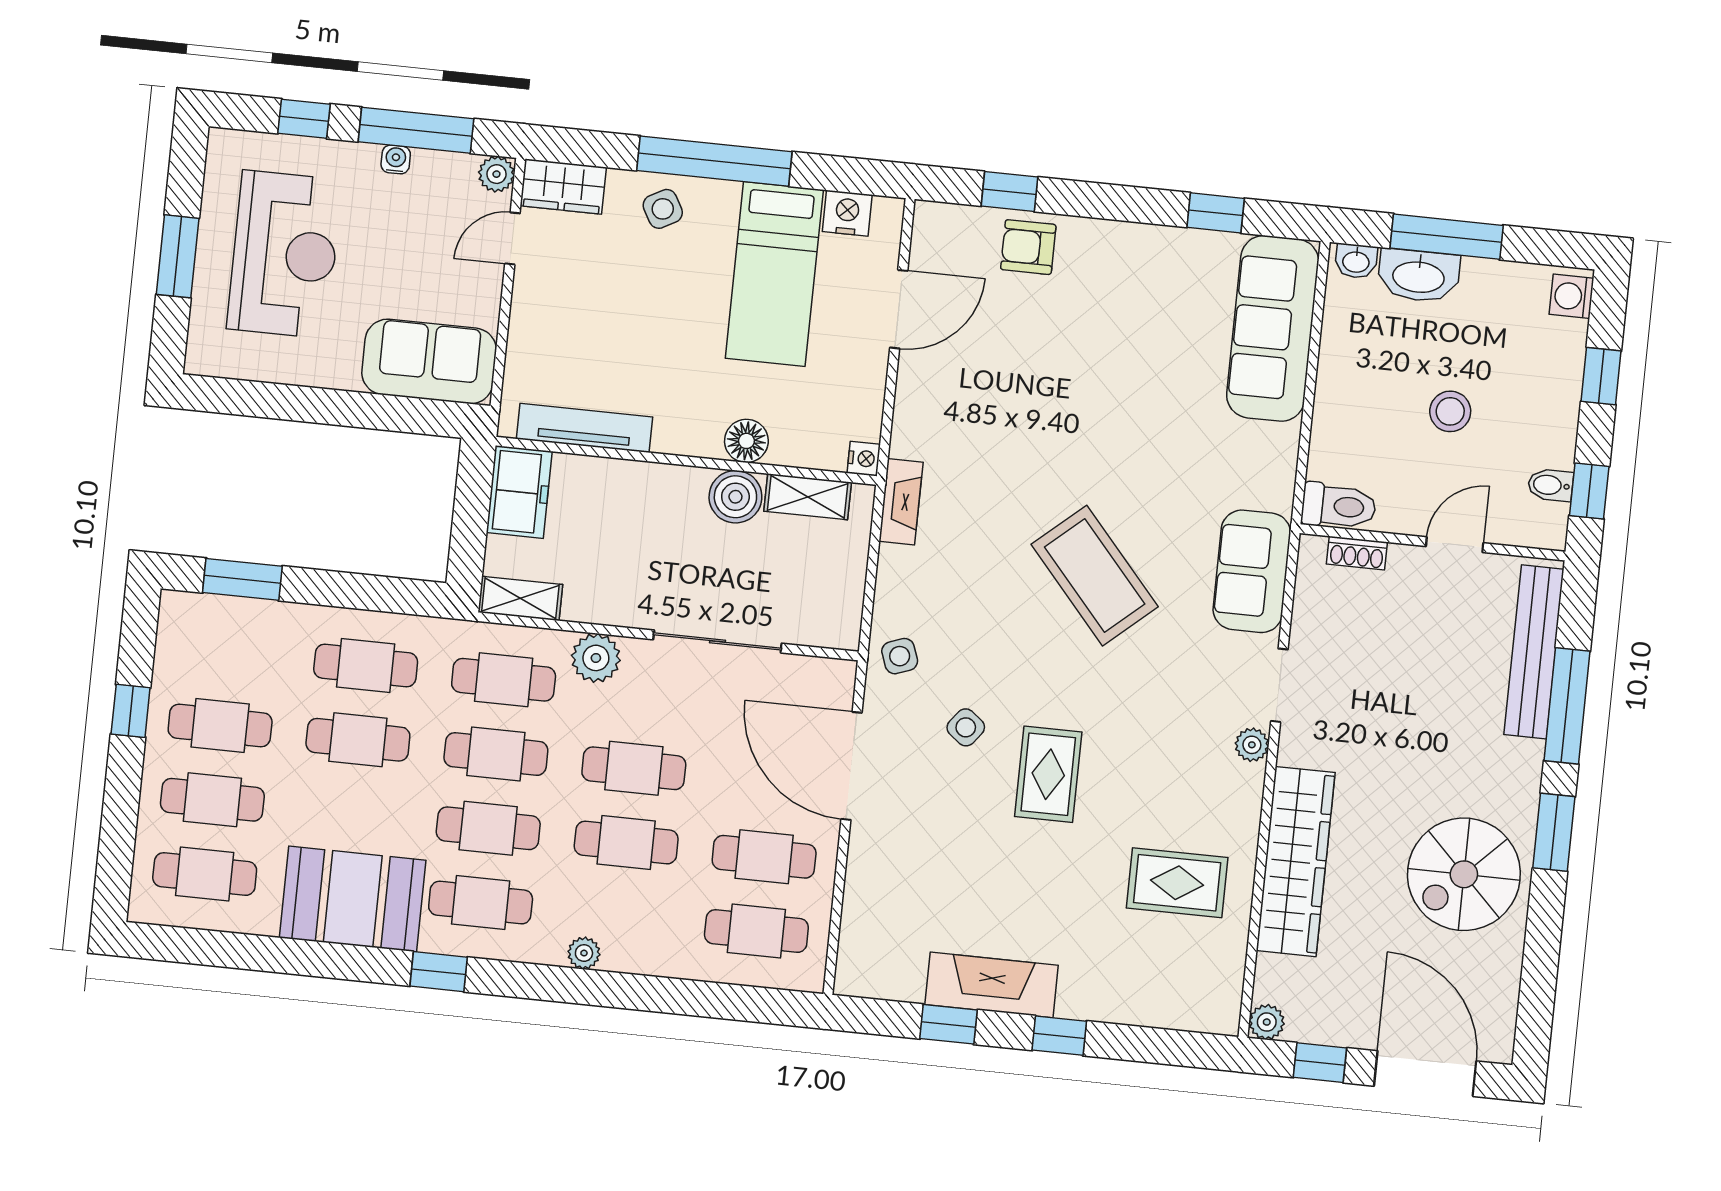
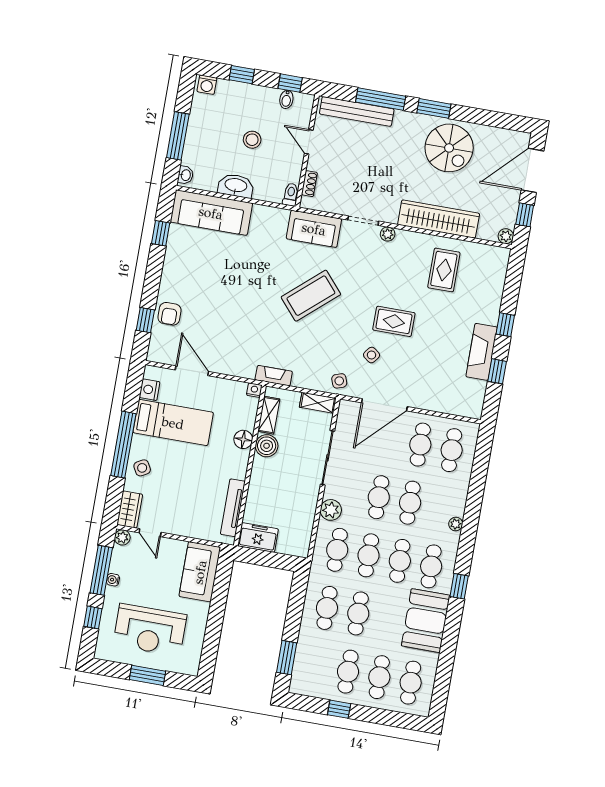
reception desk: (284, 254) -> (150, 630), turned 180
washbasin: (1419, 276) -> (236, 186), moved, turned -90
toilet: (1339, 506) -> (291, 195), width x0.73, depth x0.72
shelving: (520, 598) -> (318, 403), moved, turned 90

